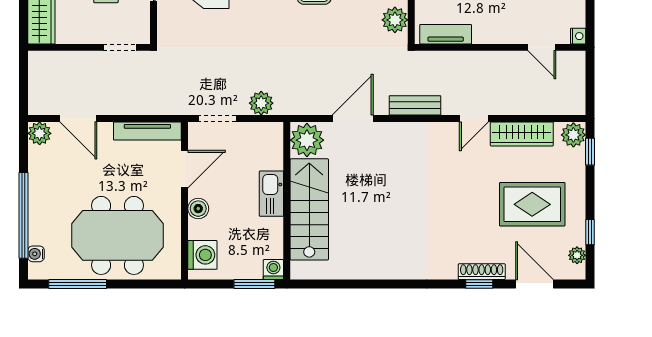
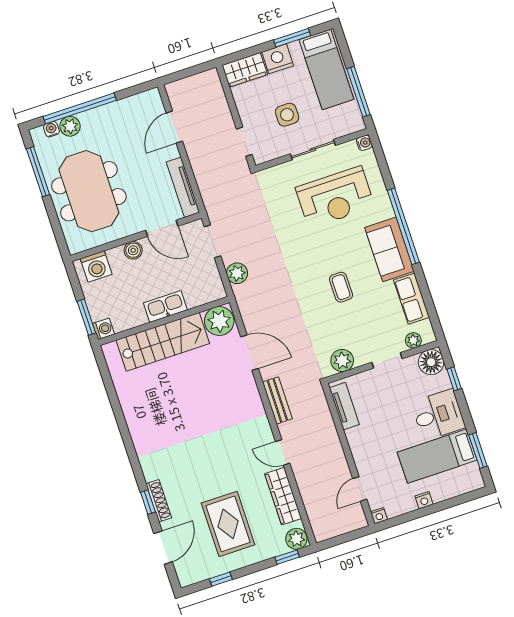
plant: (40, 133) -> (70, 126), moved
plant: (577, 255) -> (198, 575), removed

